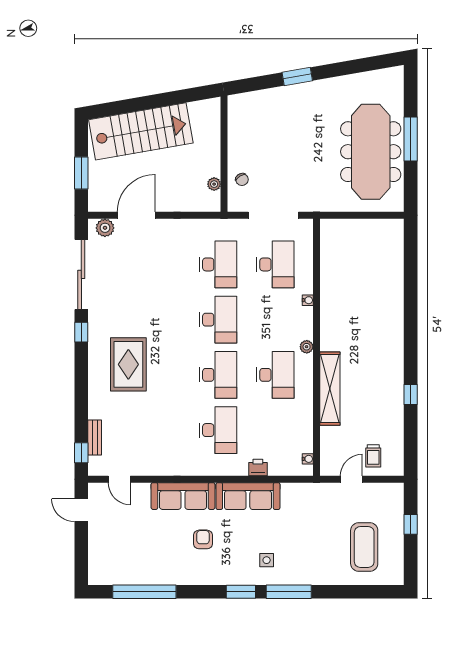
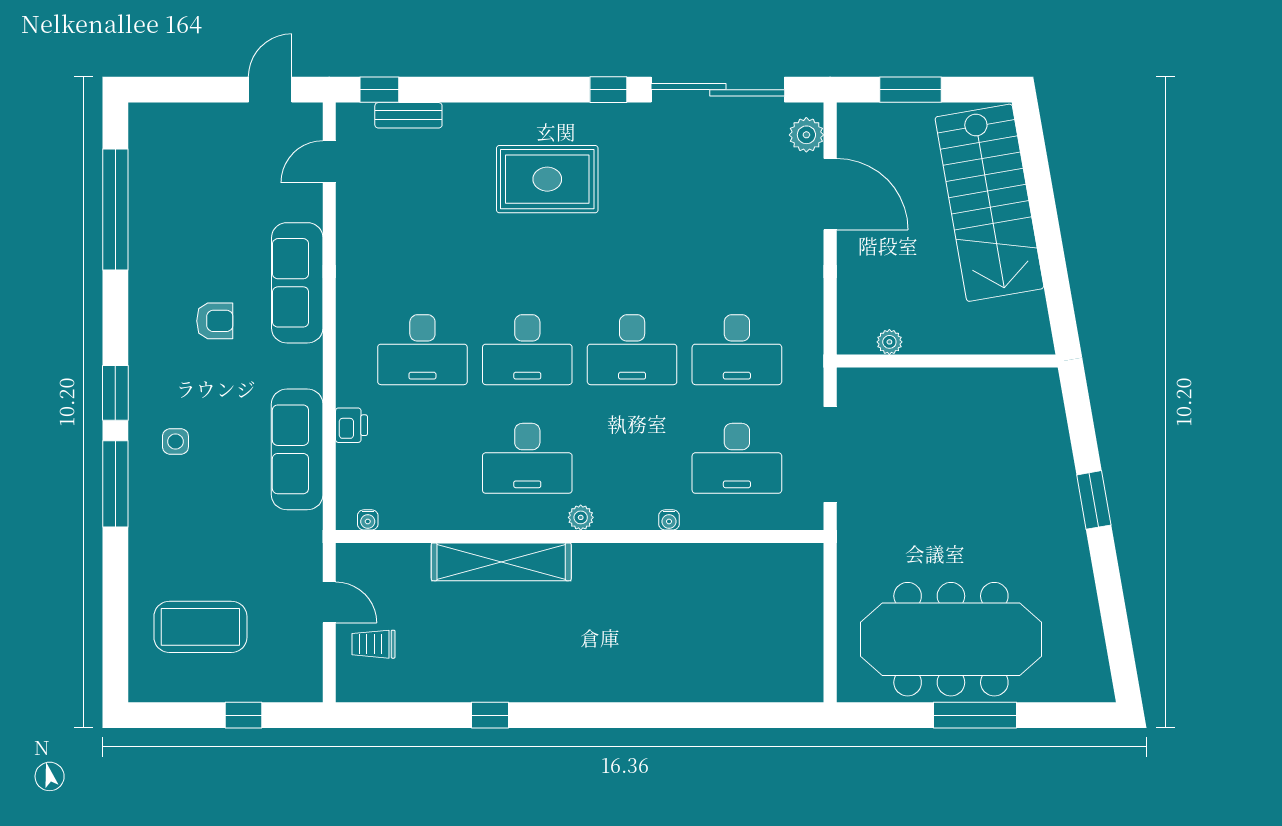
chair: (242, 180) -> (898, 395), removed
sofa: (248, 496) -> (297, 449), moved

